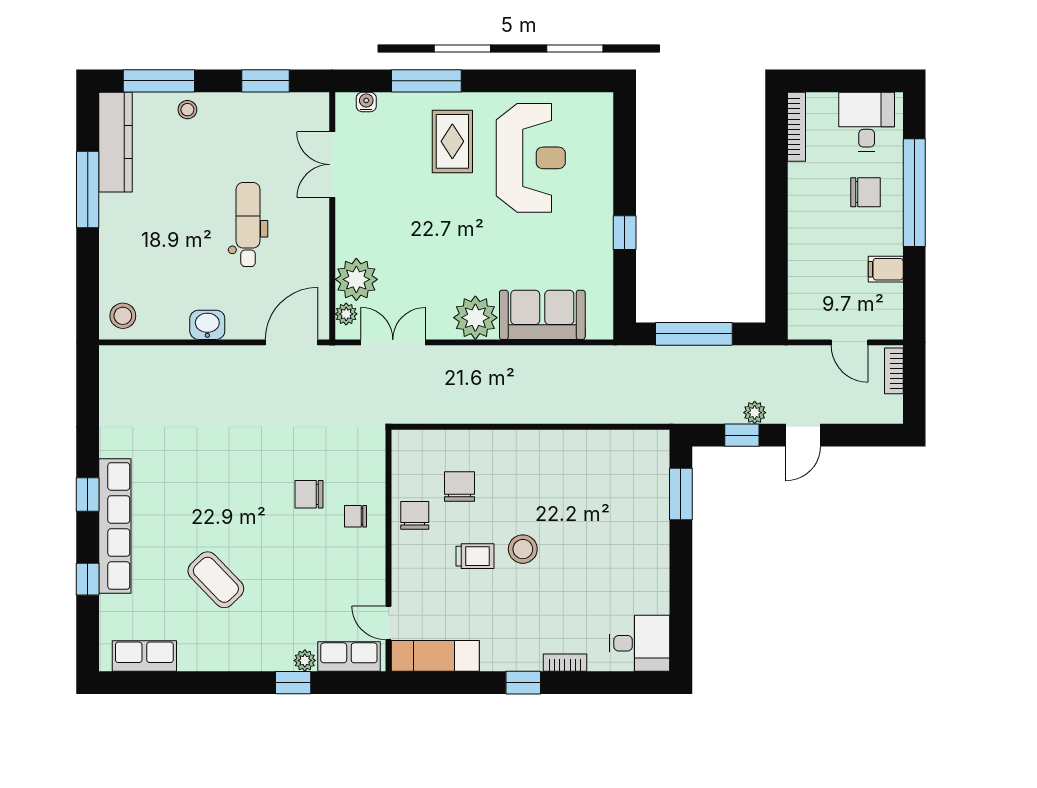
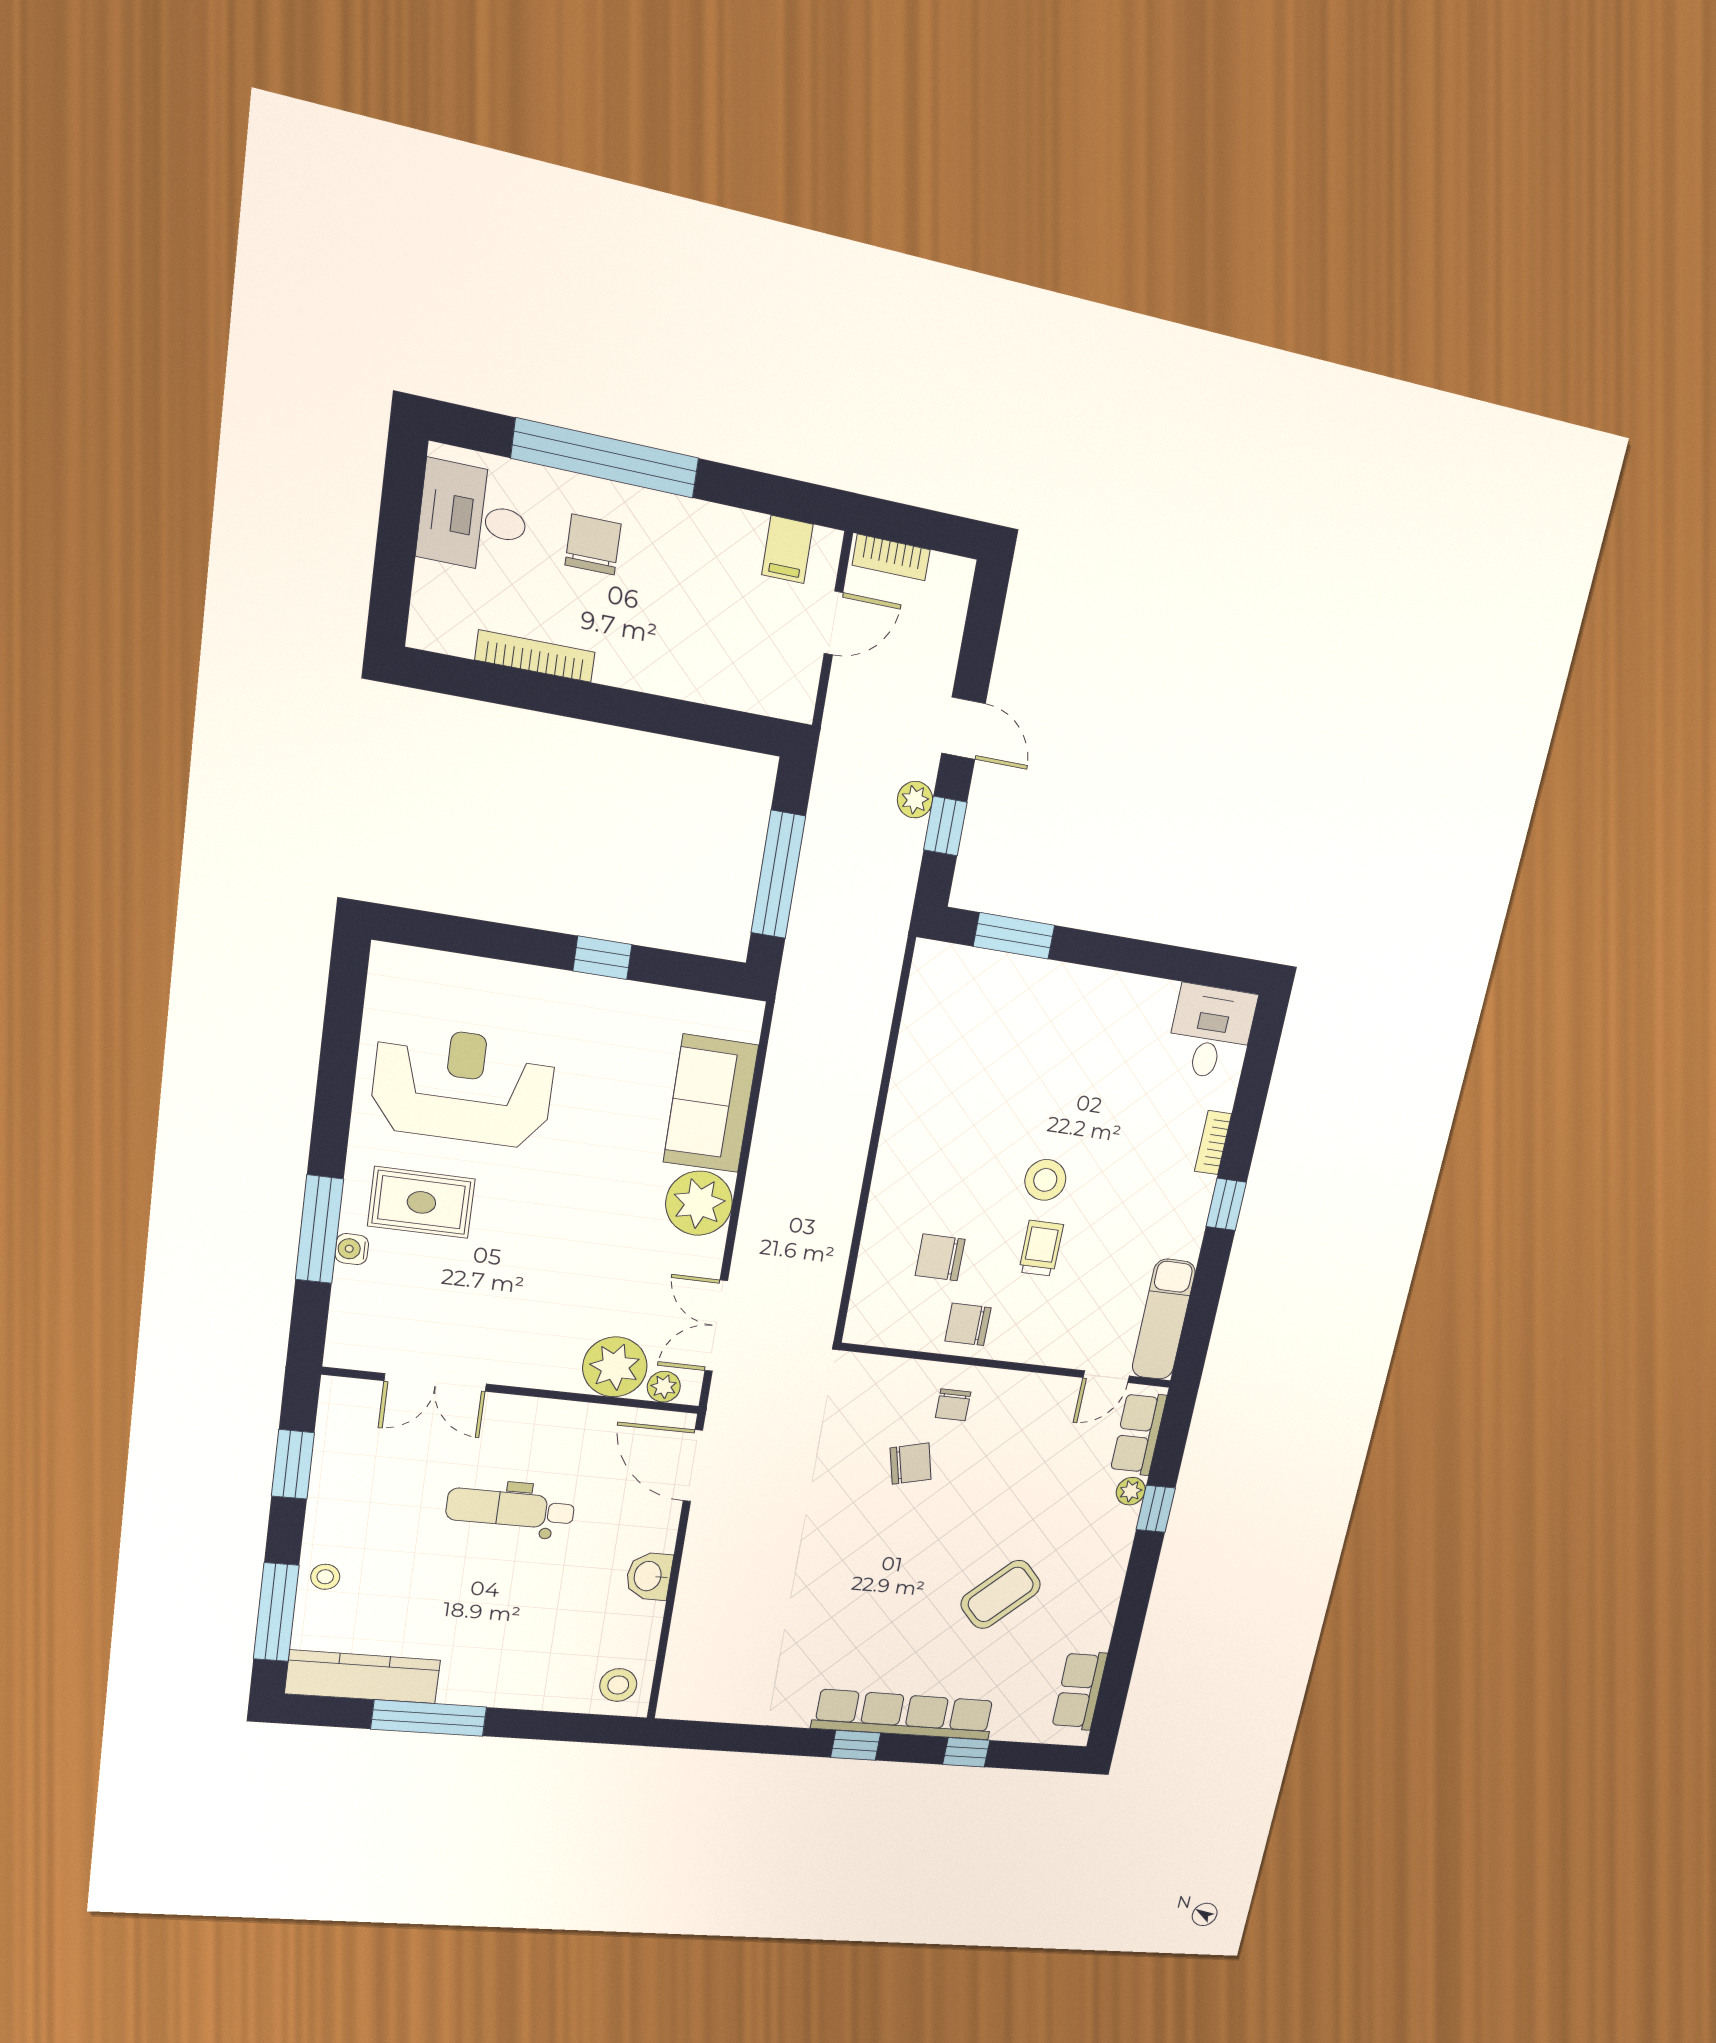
water cooler: (366, 102) -> (352, 1249), moved
bookcase: (797, 127) -> (535, 656), moved
filing cabinet: (886, 269) -> (787, 550), moved
chair: (309, 494) -> (911, 1464), turned -104

